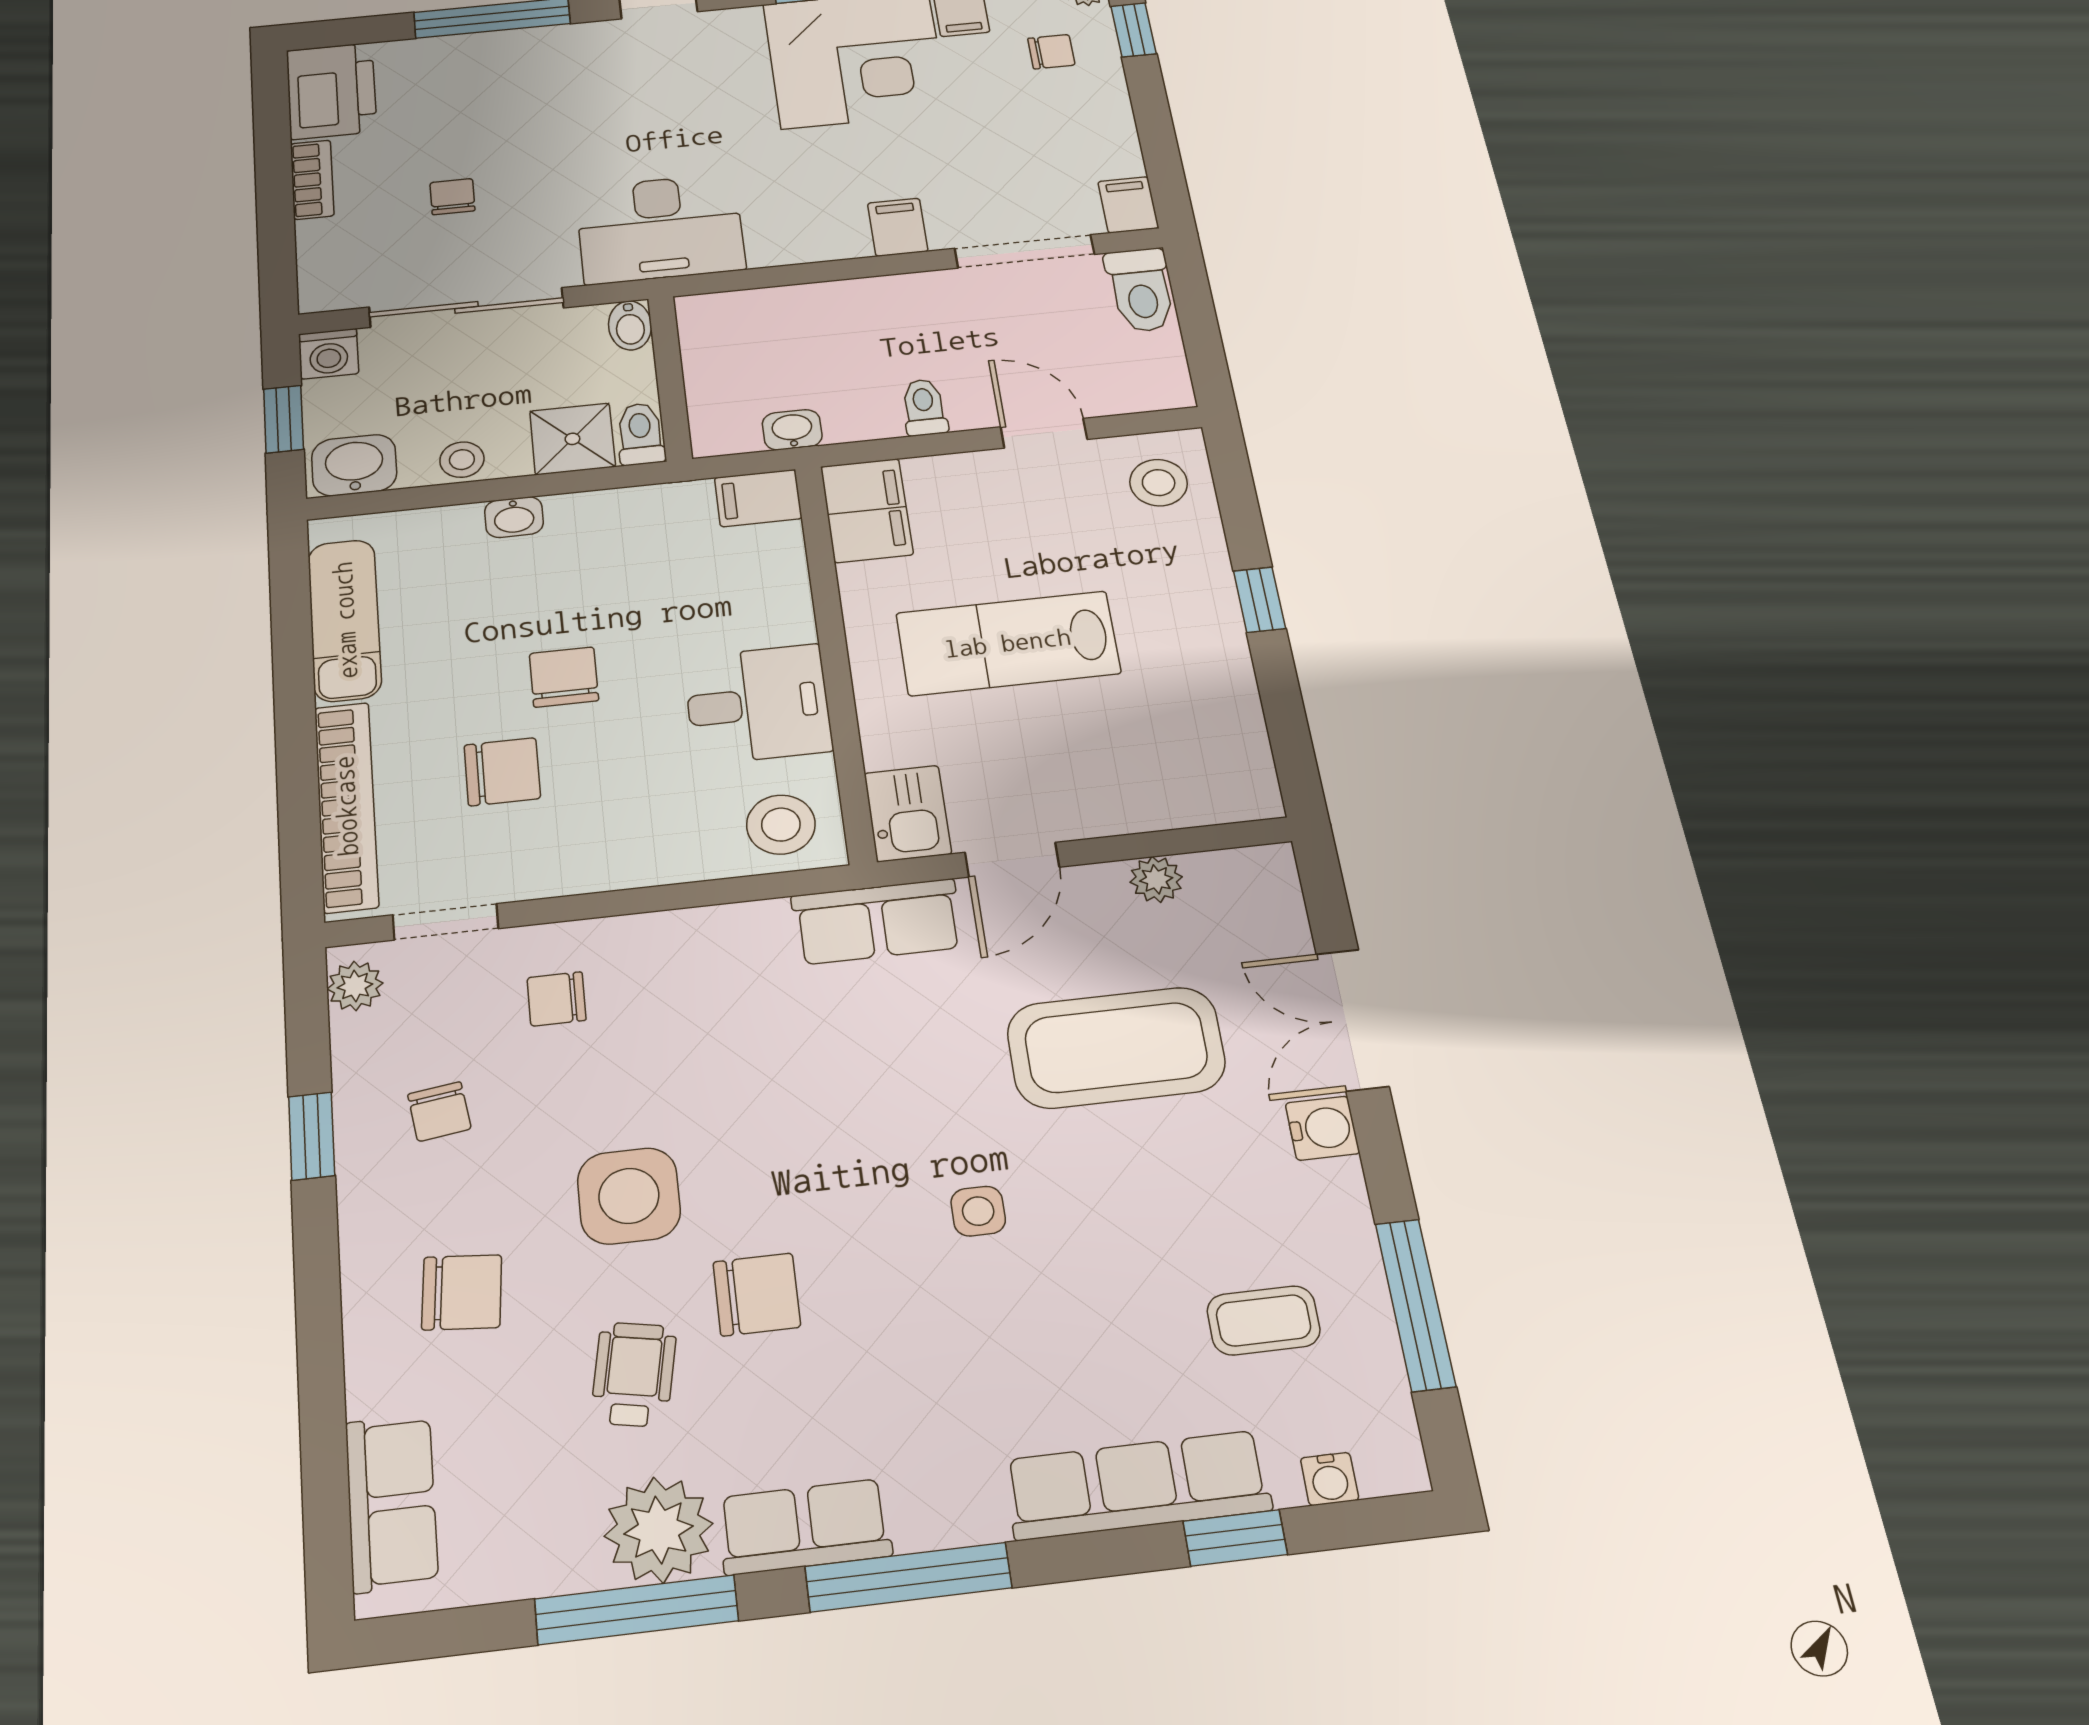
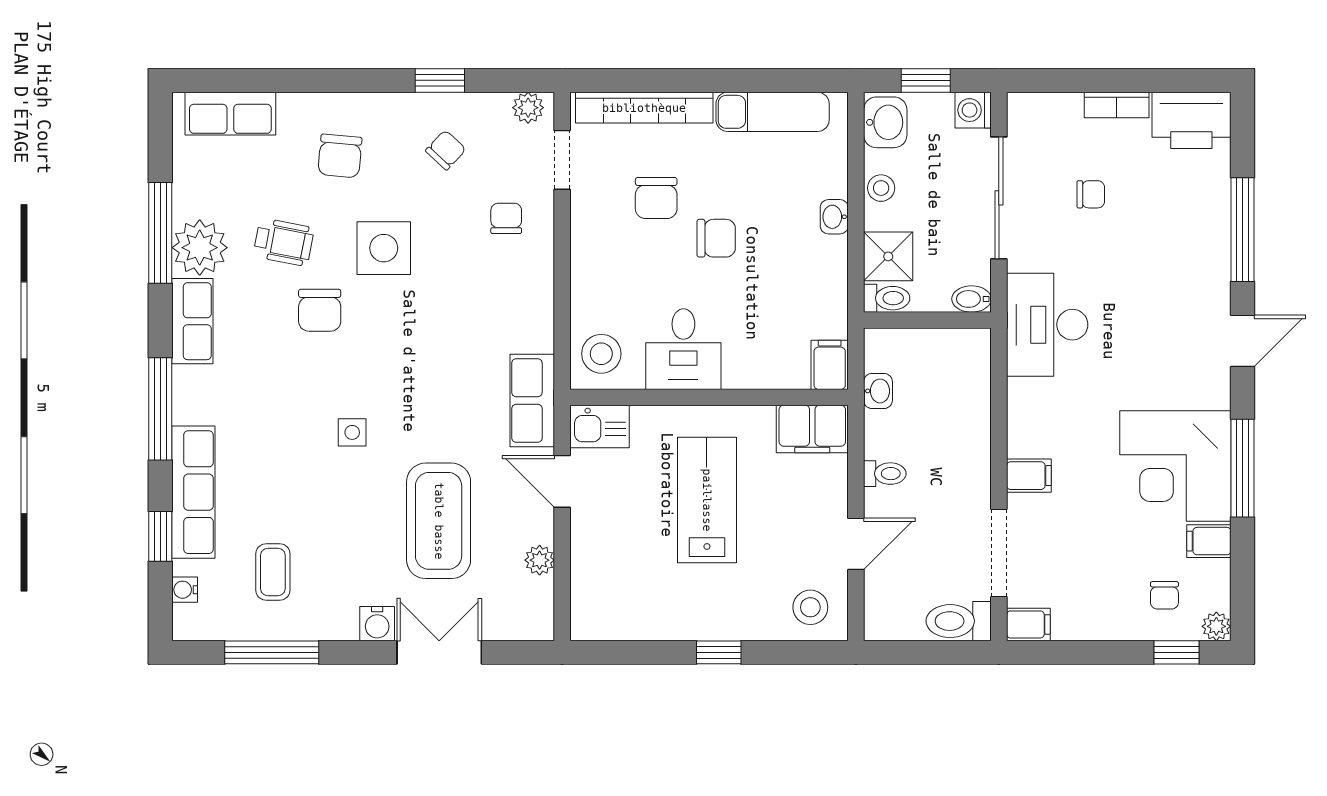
chair: (439, 1112) -> (446, 150), turned 141
window: (908, 1577) -> (160, 409), moved

